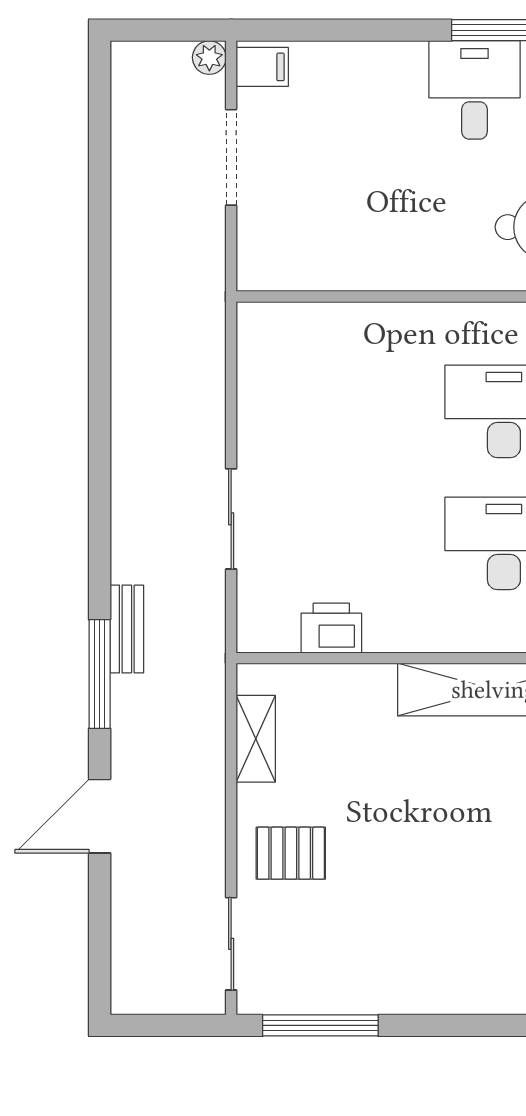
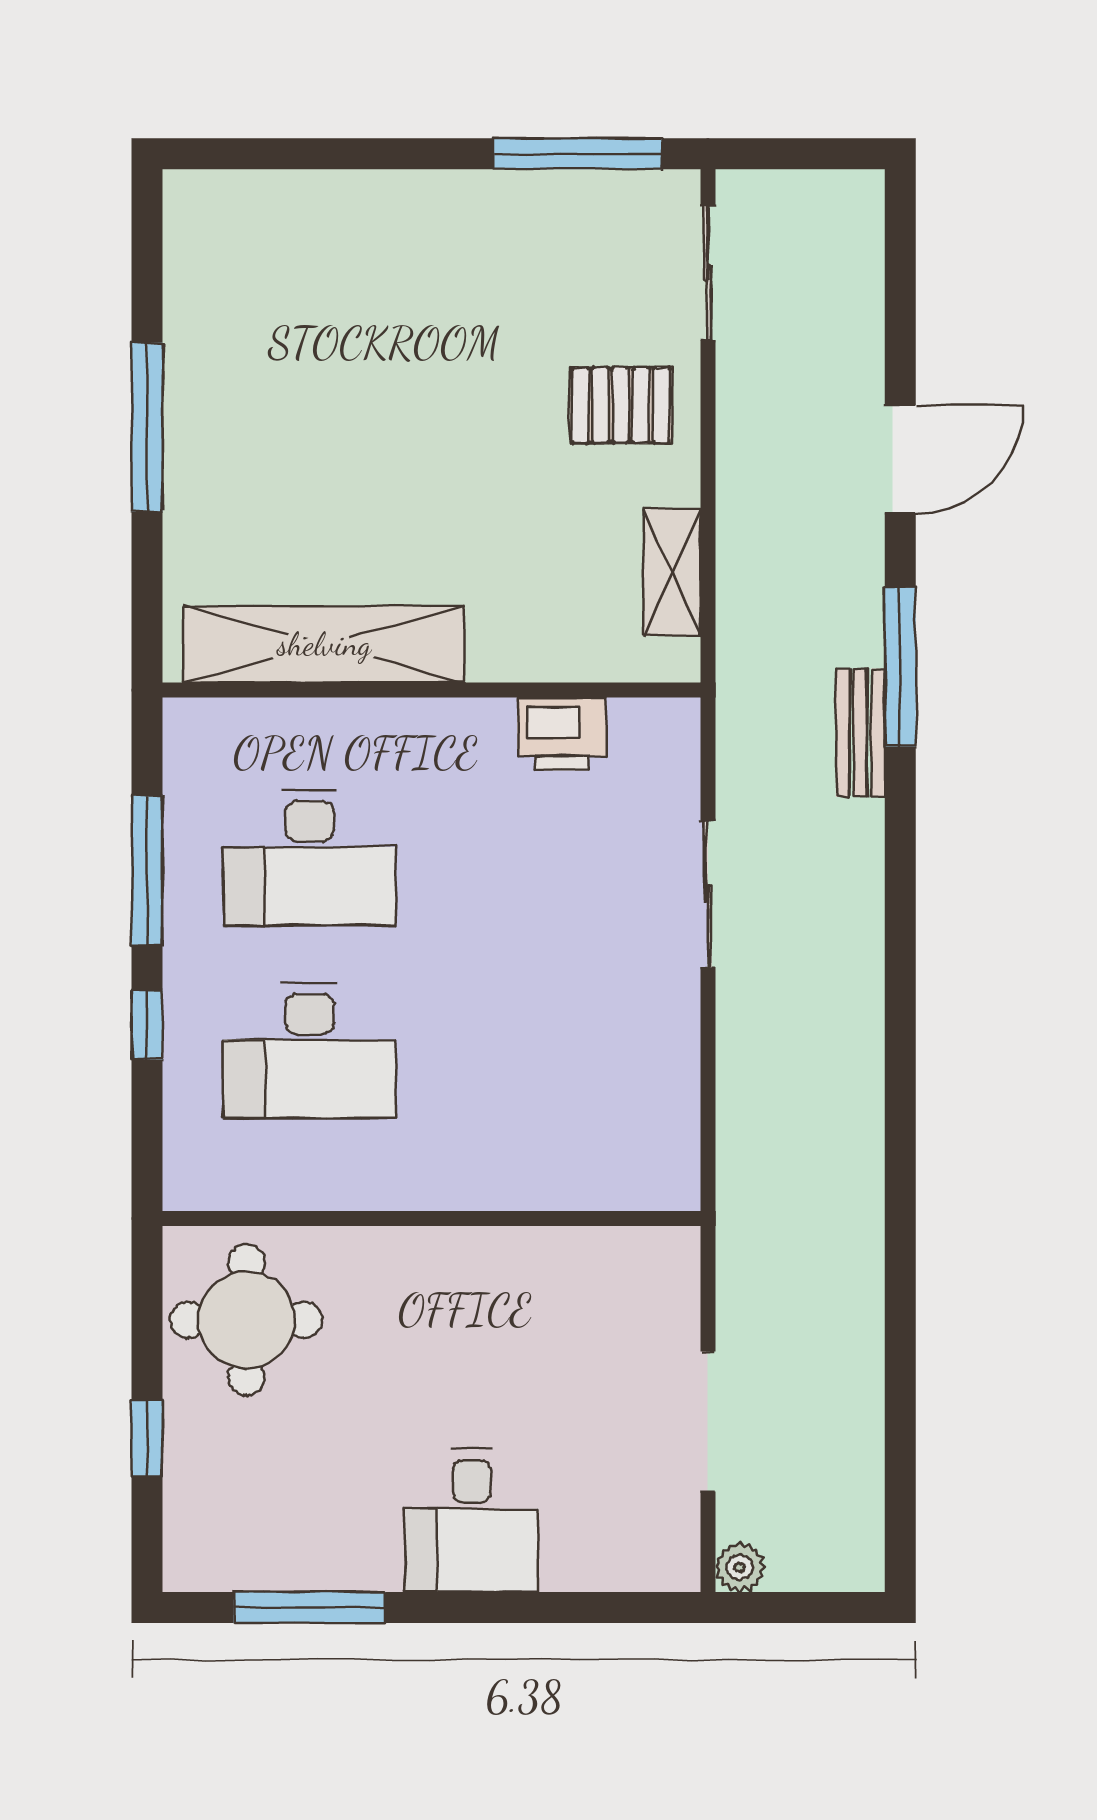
filing cabinet: (262, 67) -> (662, 1554), removed
desk: (475, 90) -> (472, 1520), moved

